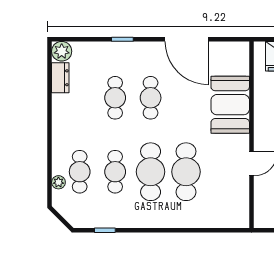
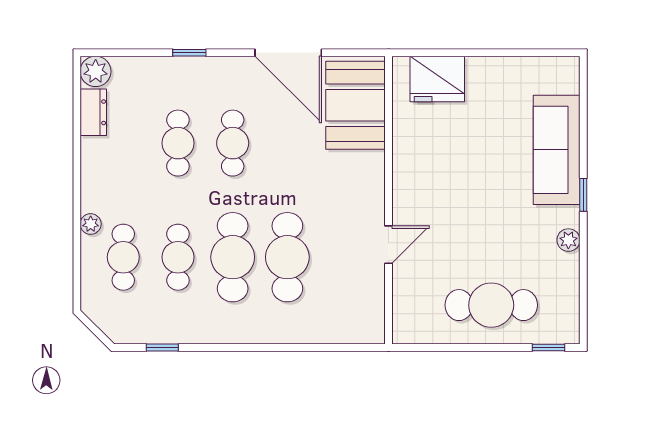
booth: (230, 105) -> (356, 105), moved
plant: (58, 182) -> (91, 224), moved

